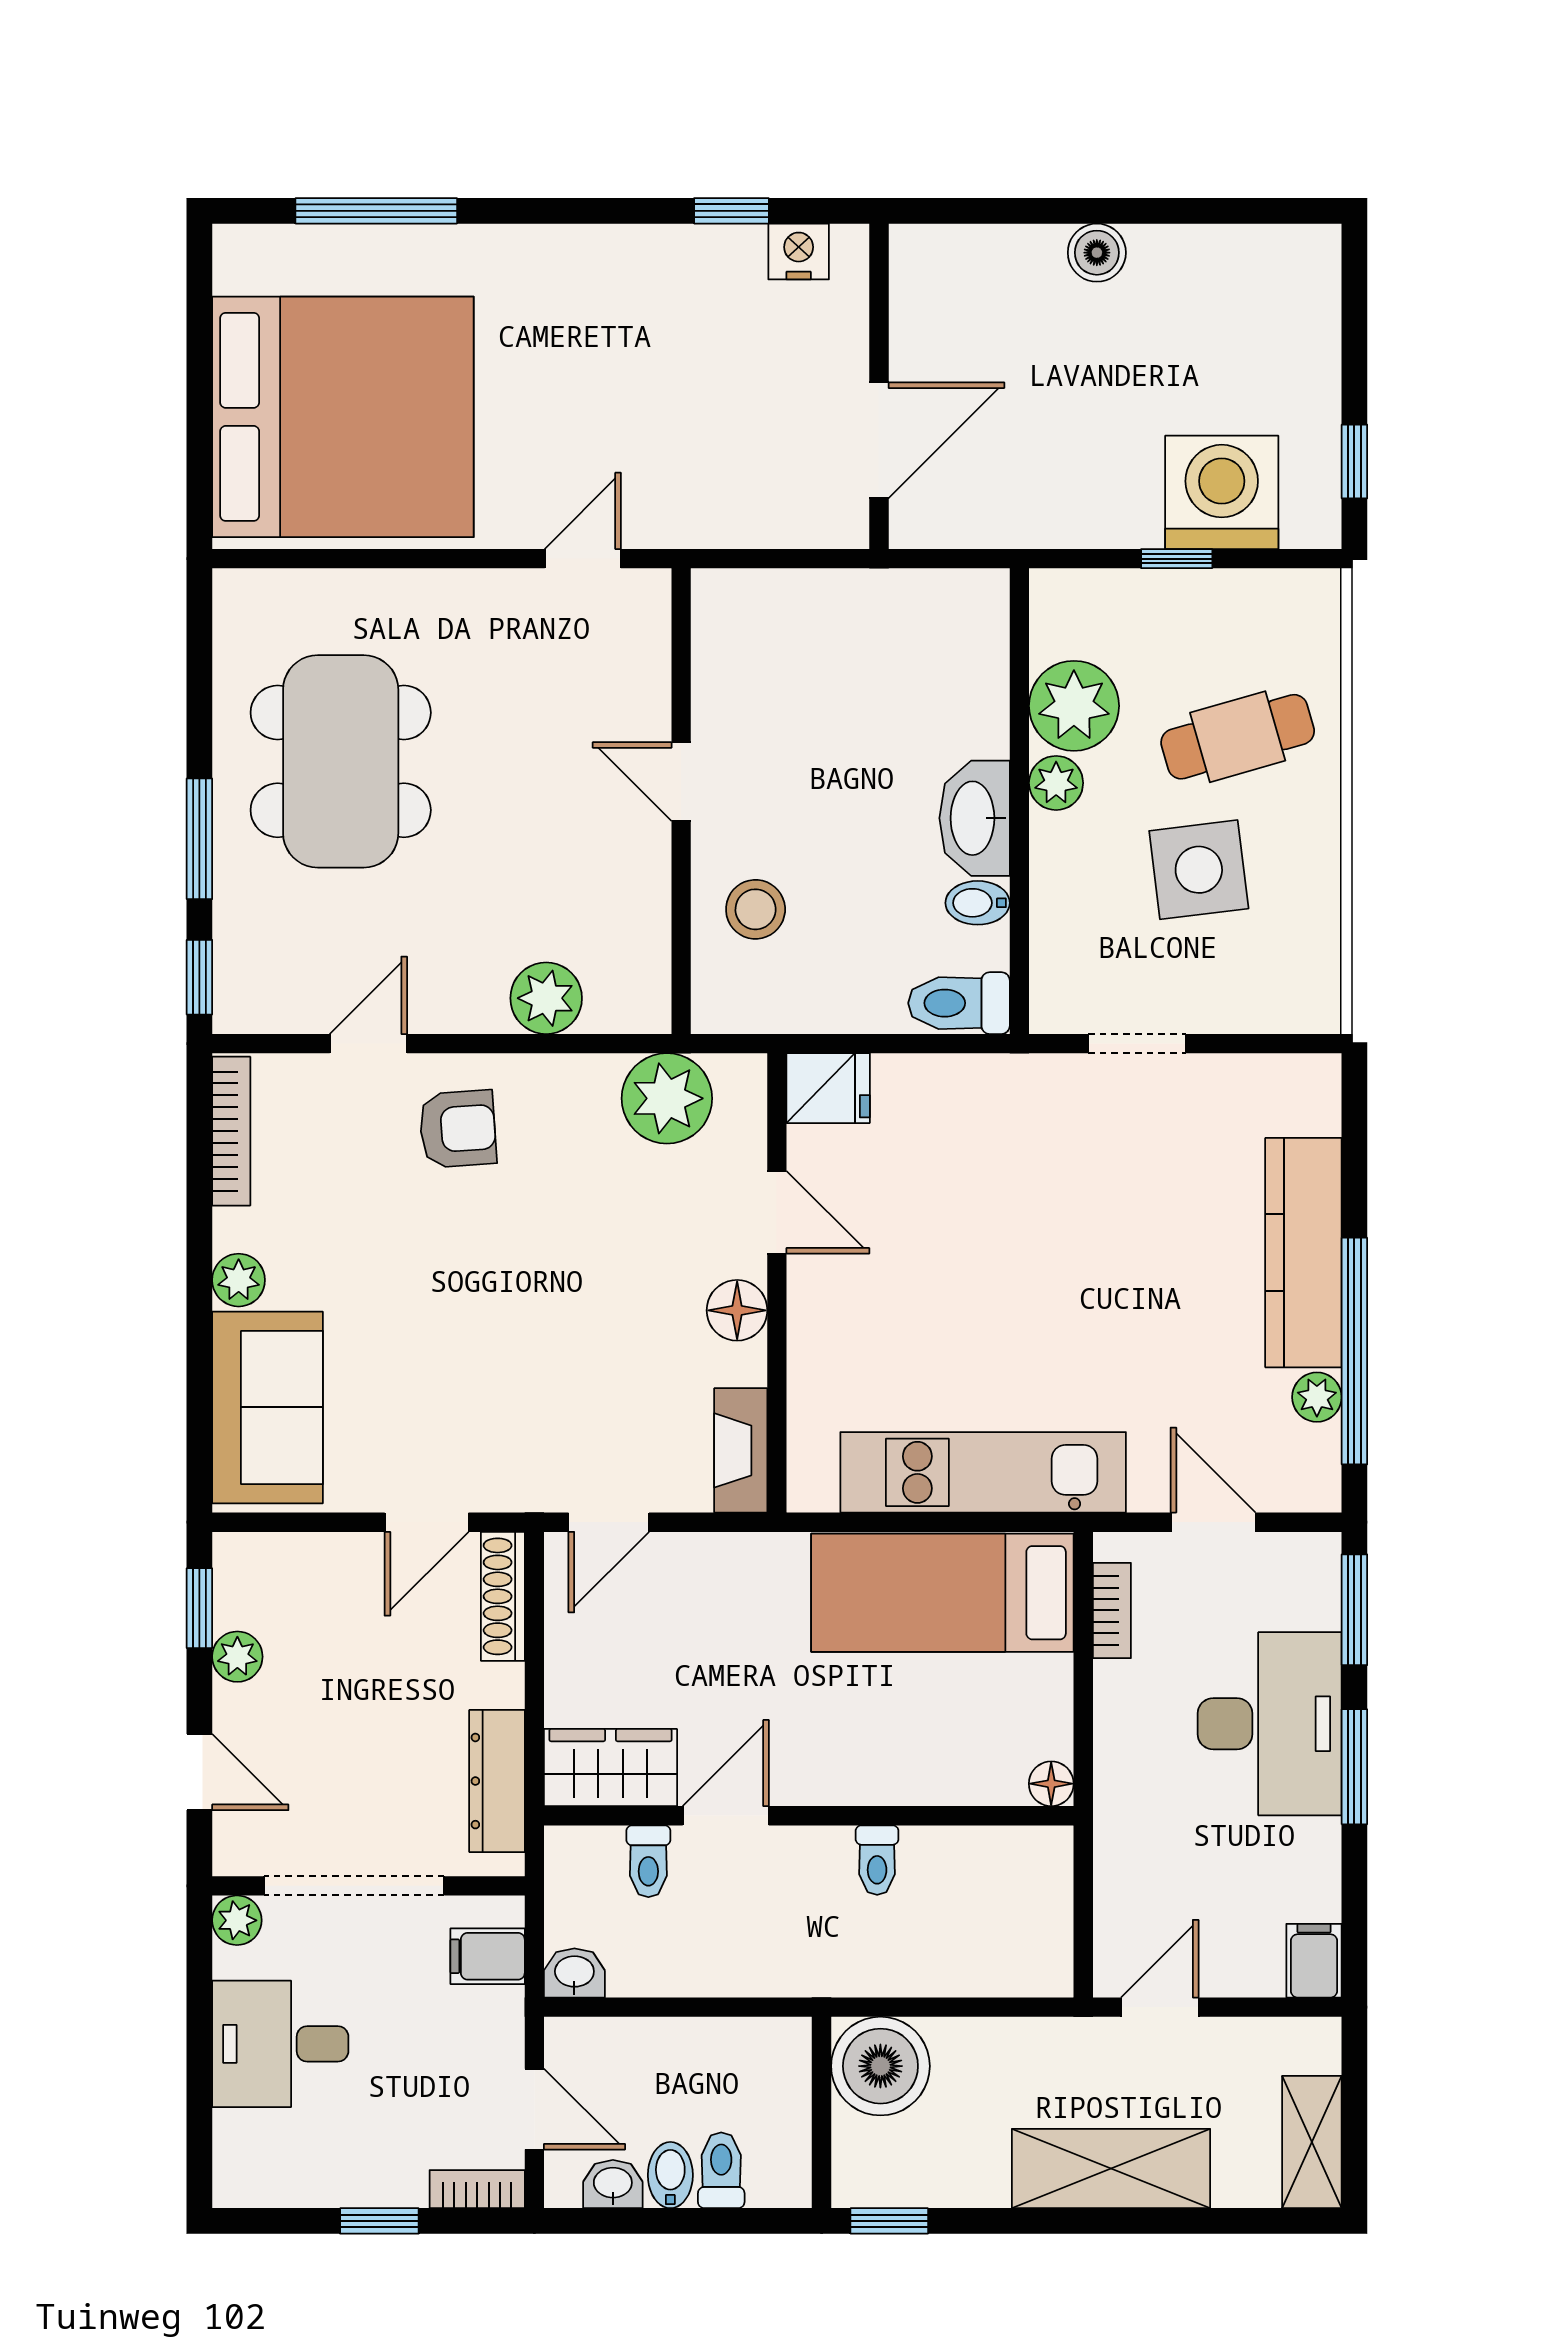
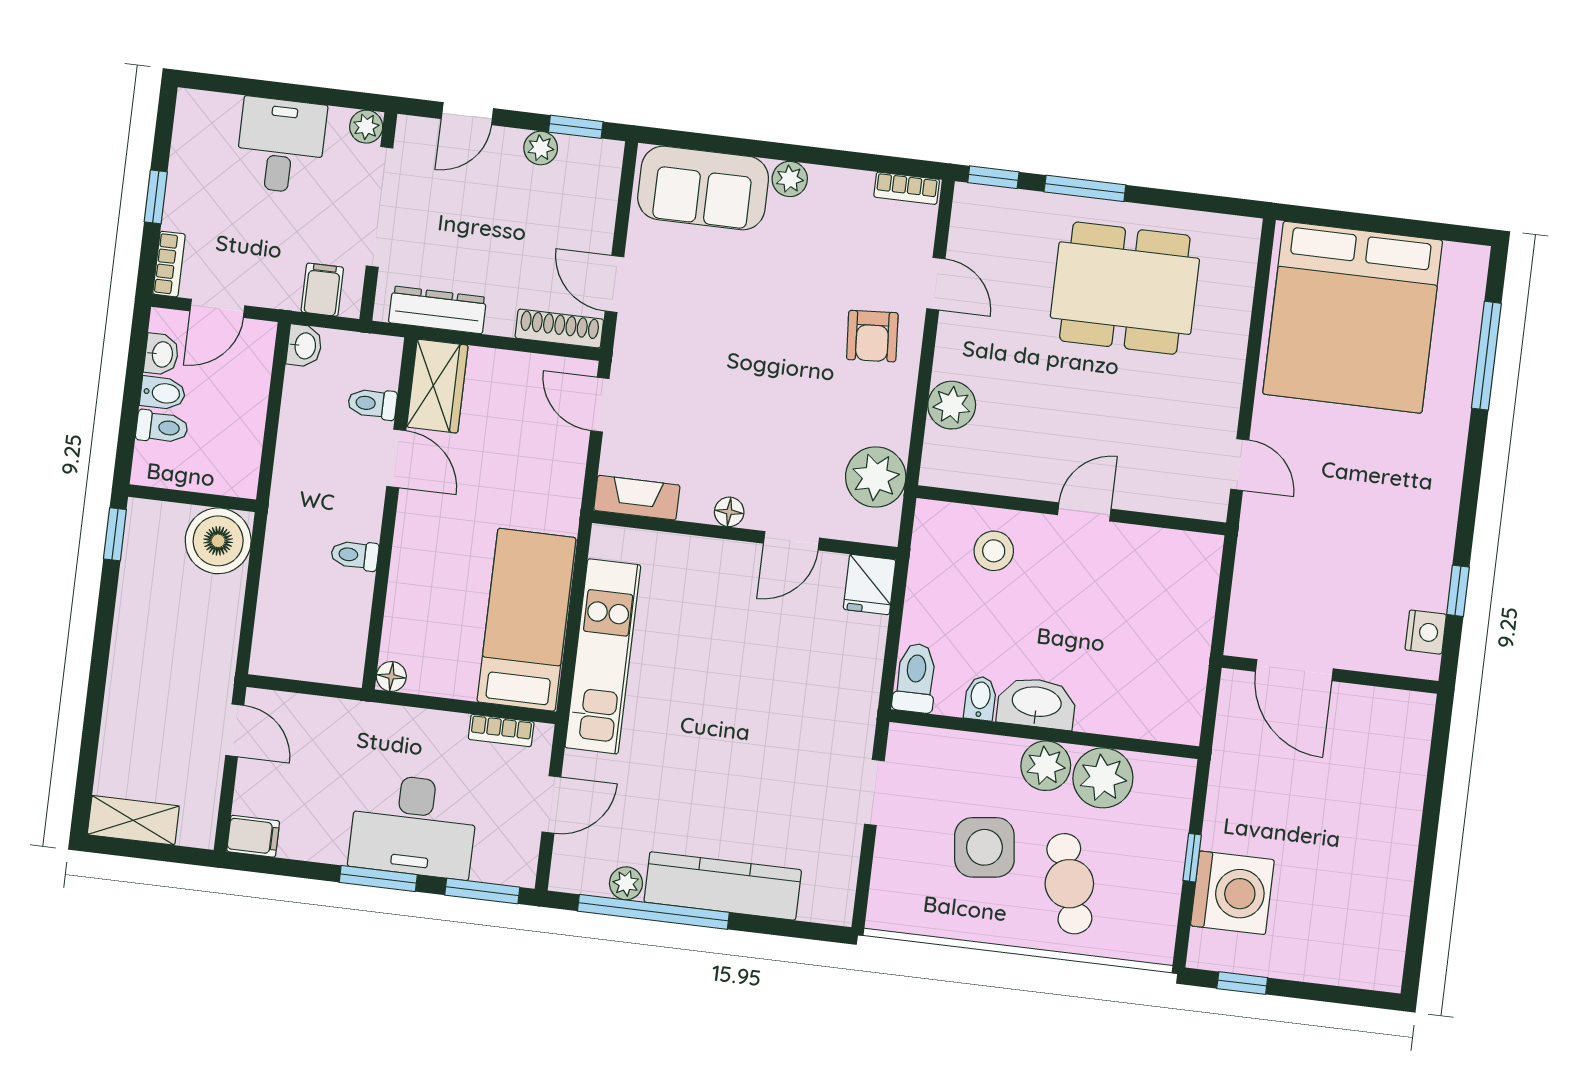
boiler: (1097, 253) -> (1401, 829), removed
plant: (1056, 783) -> (1046, 766), width x1.38, depth x1.38
bookcase: (231, 1131) -> (907, 188), width x0.64
floor lamp: (737, 1310) -> (729, 512), width x0.73, depth x0.73
shelving: (1111, 2168) -> (132, 685), removed

